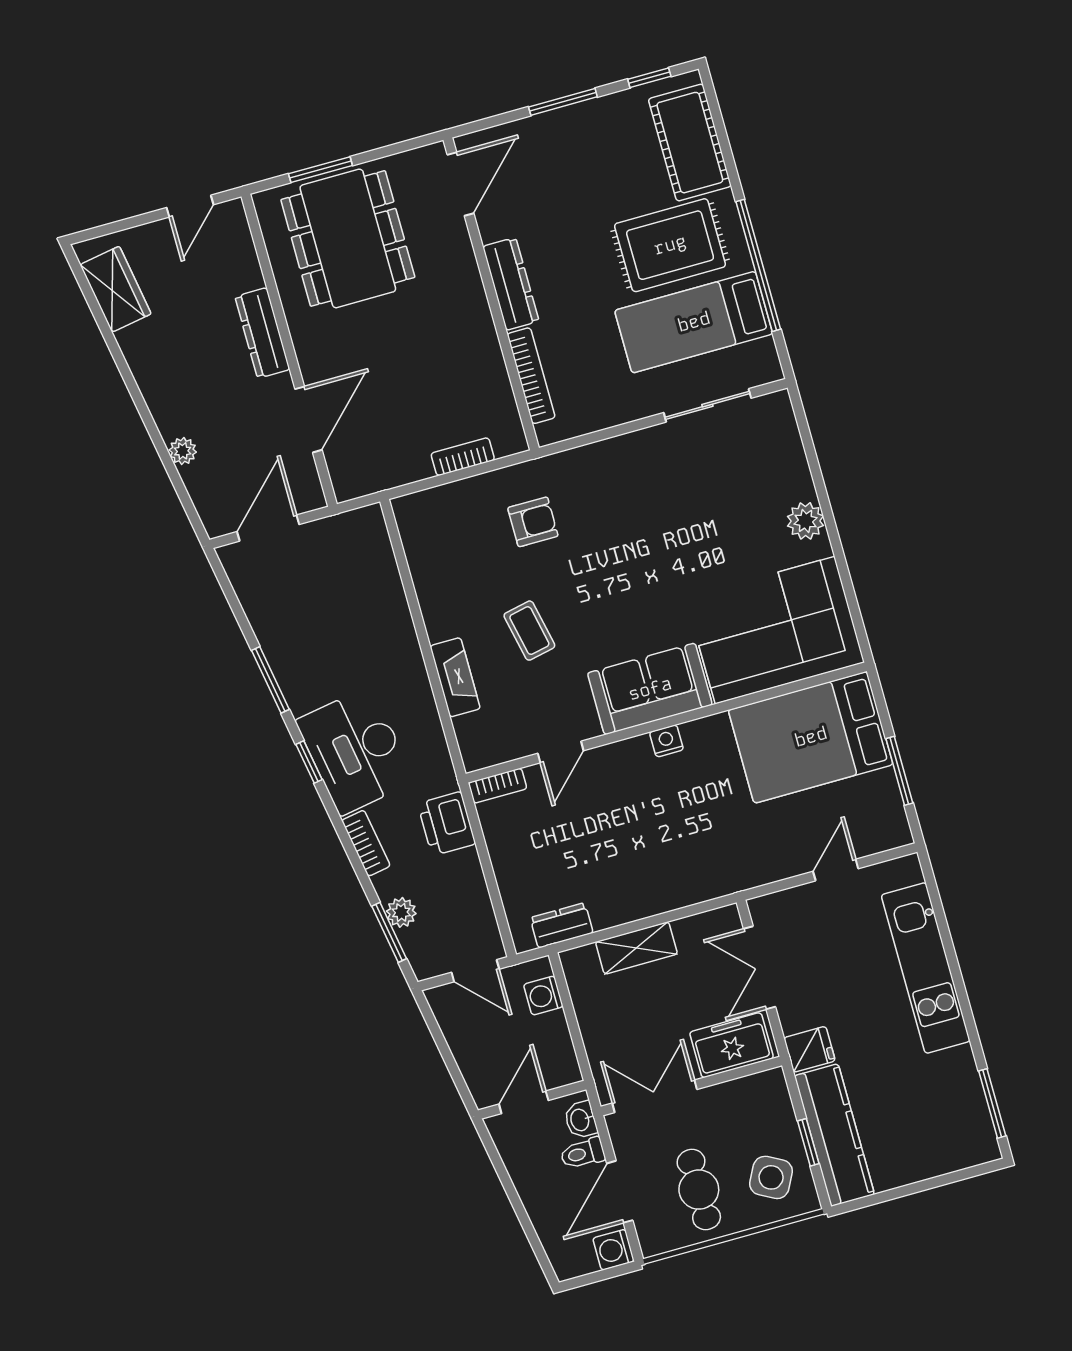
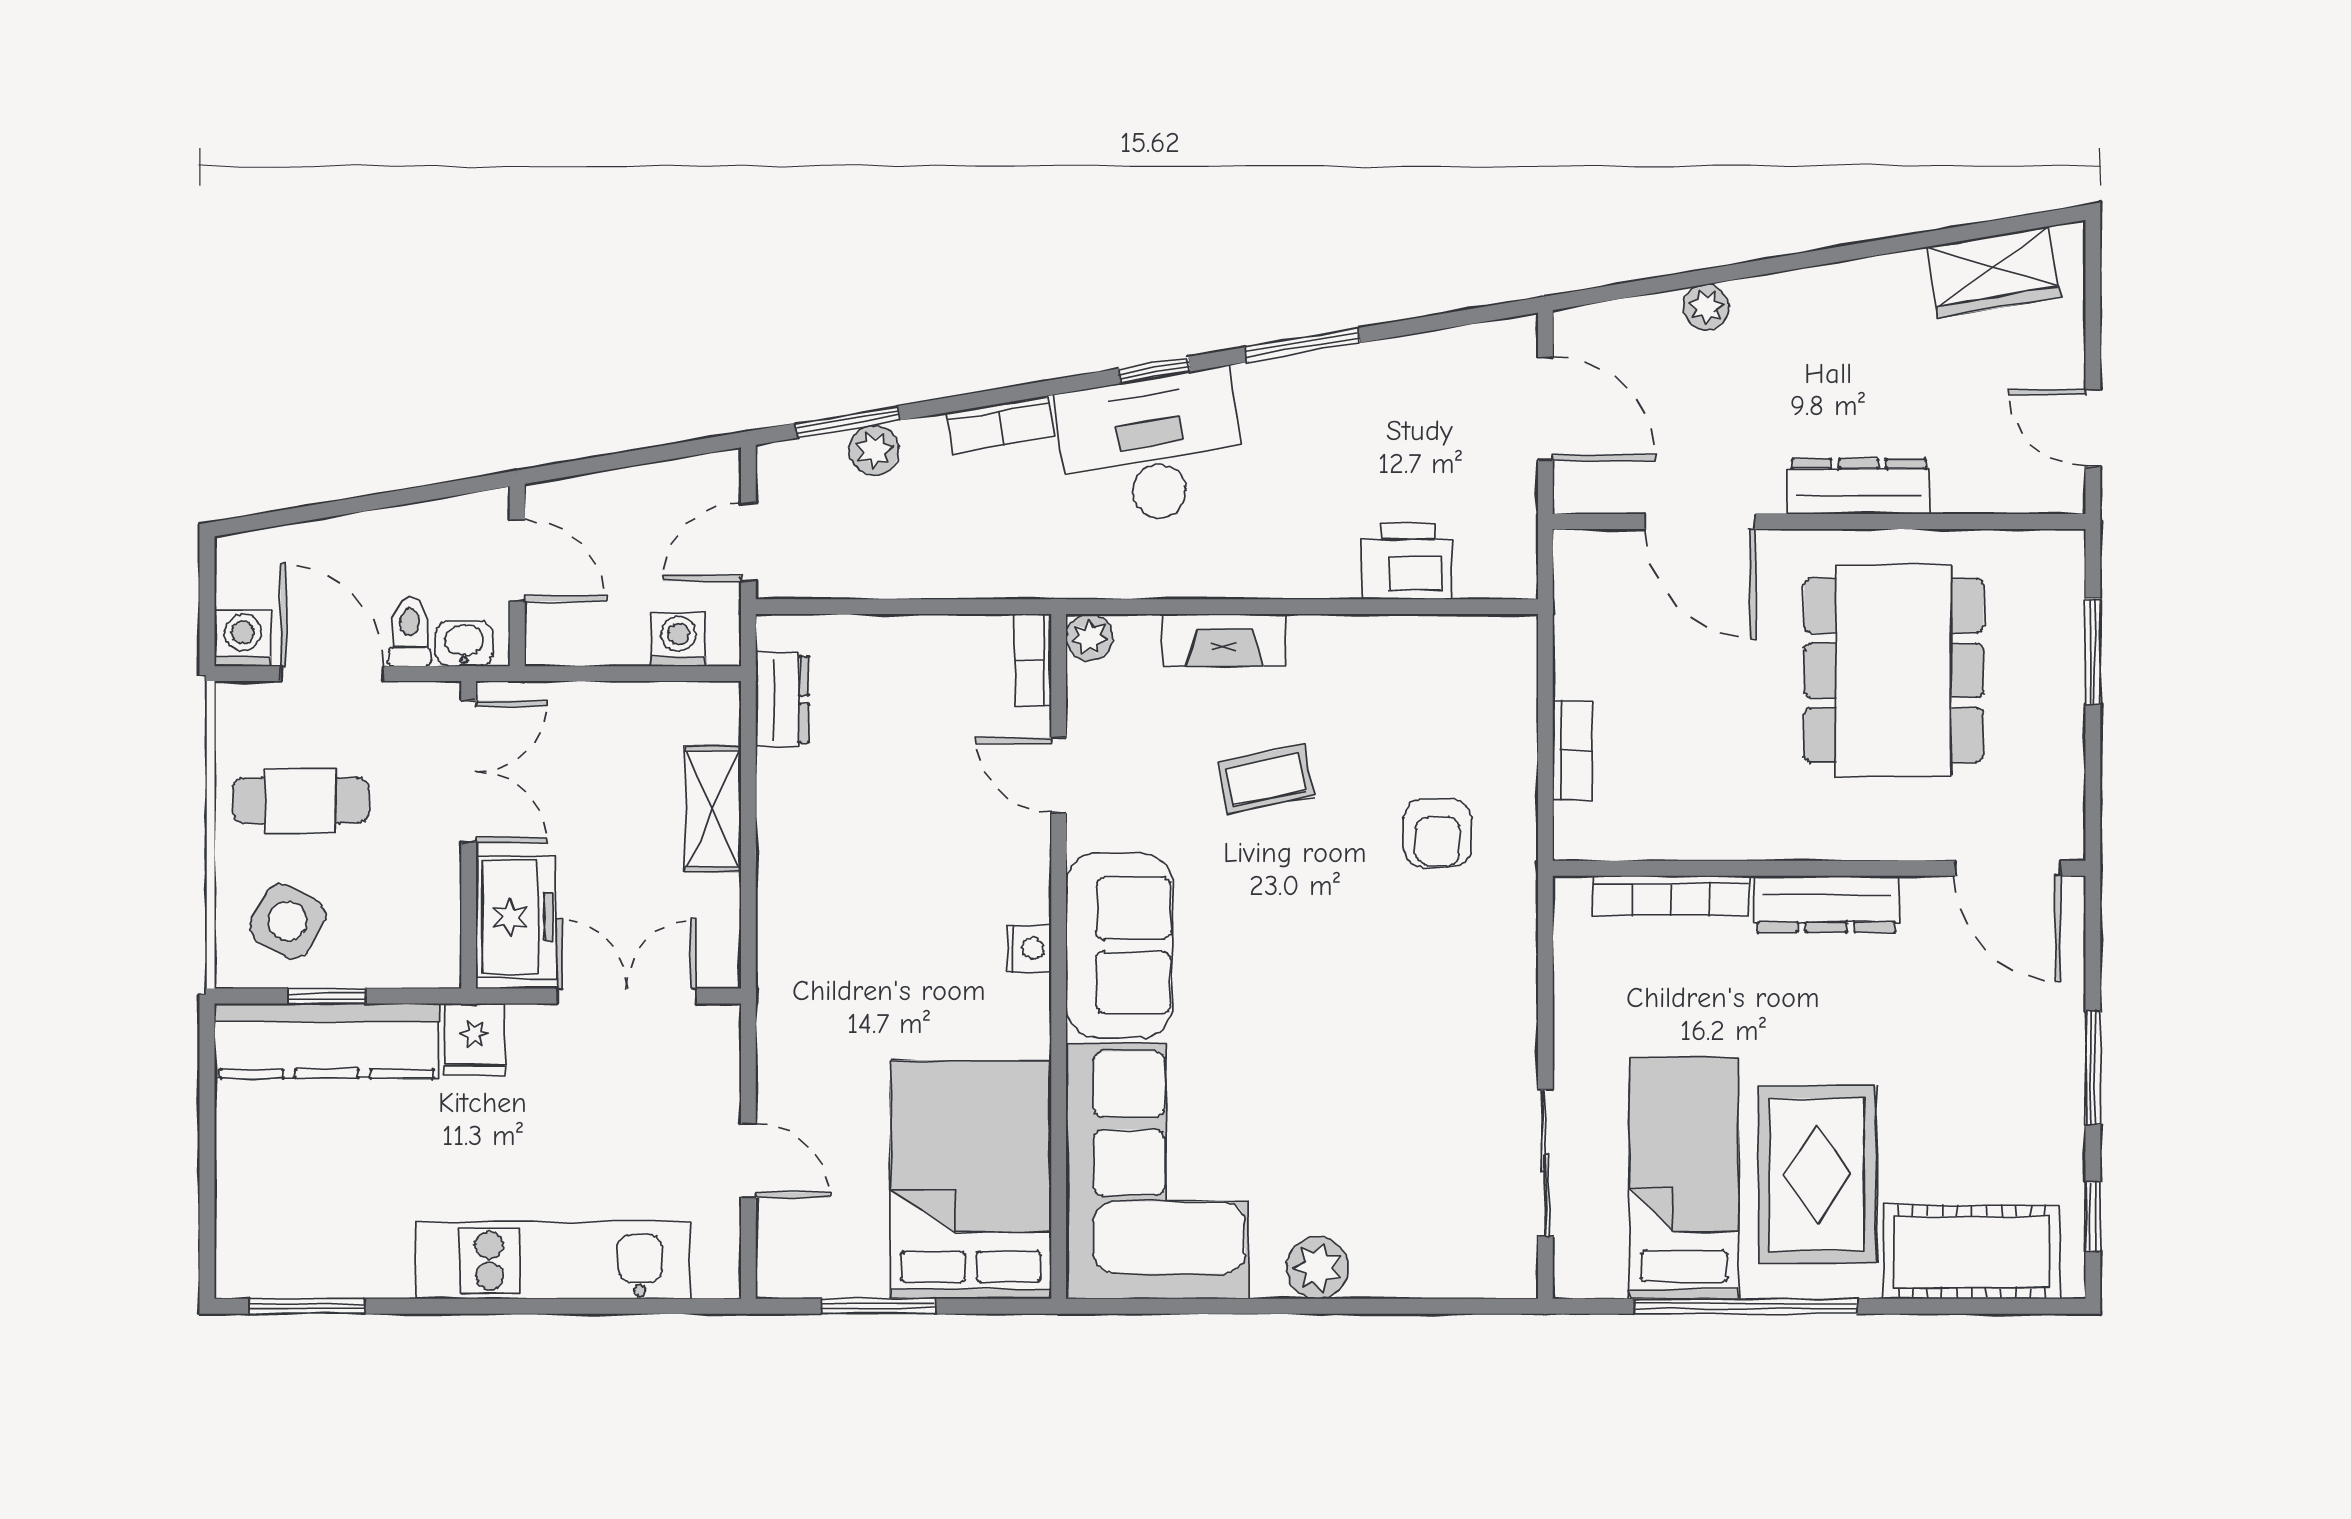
dining table: (348, 238) -> (1894, 670), moved, turned 90
plant: (475, 757) -> (1089, 637), added
printer: (447, 824) -> (1407, 562), moved

